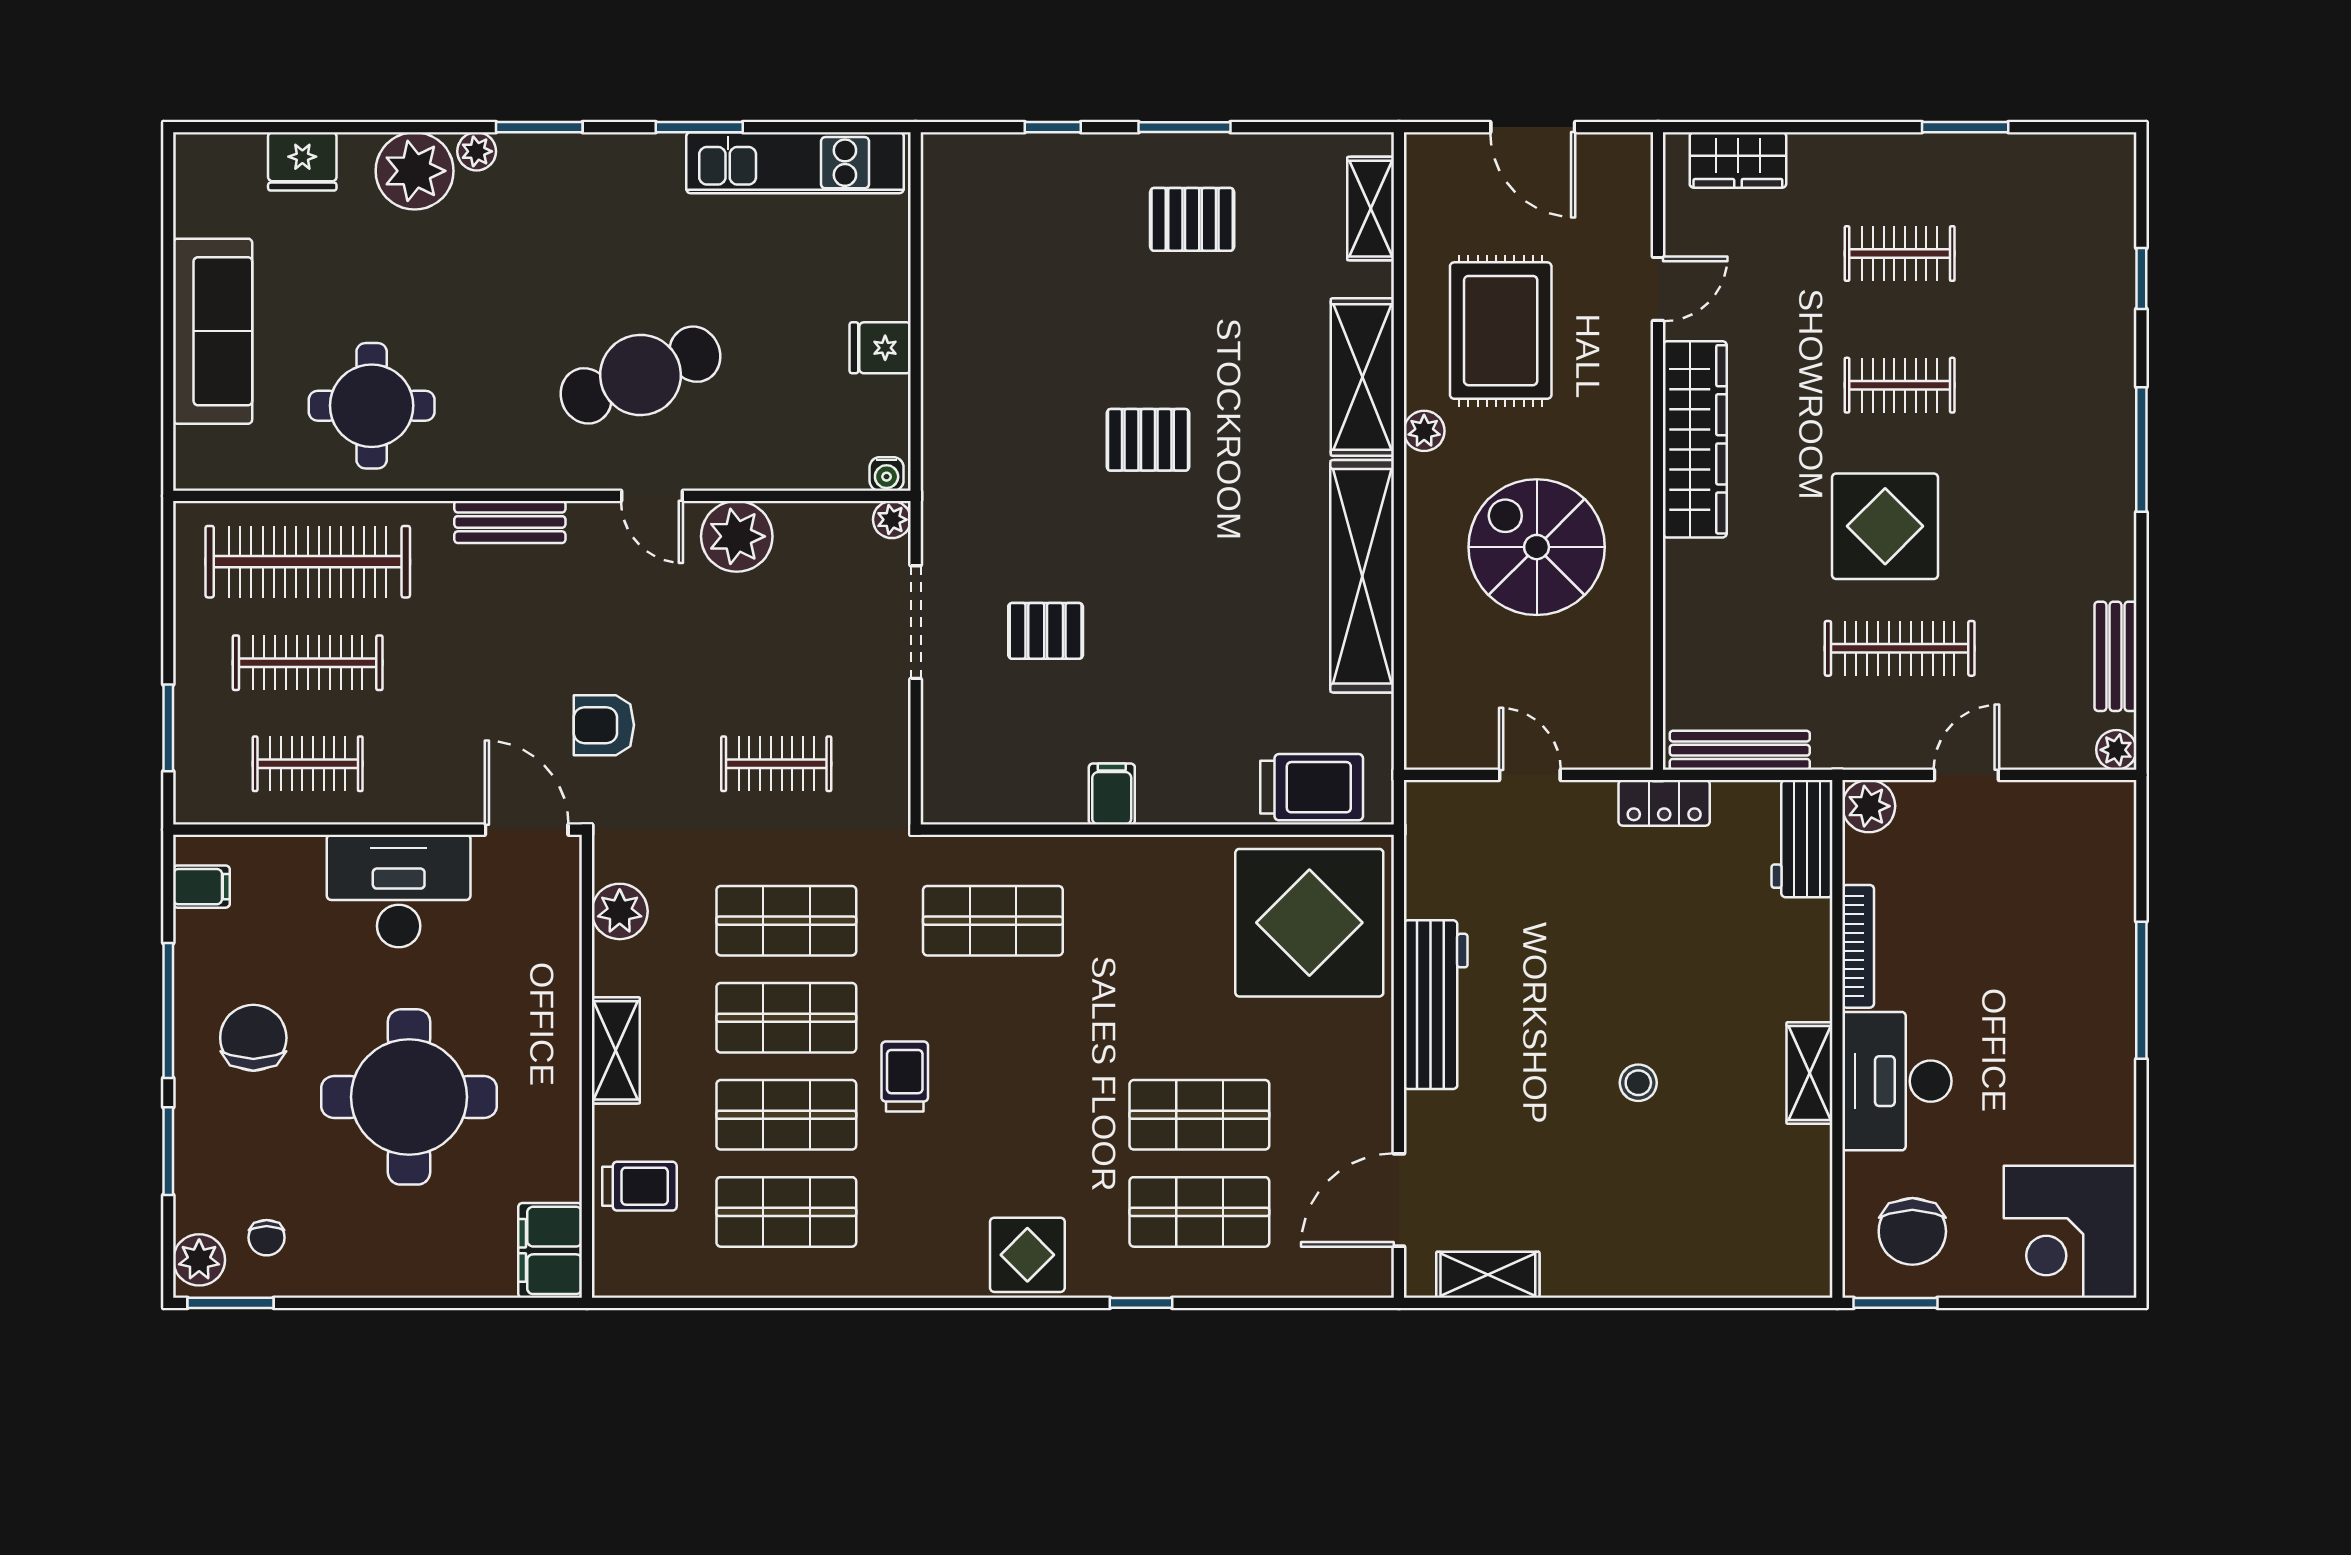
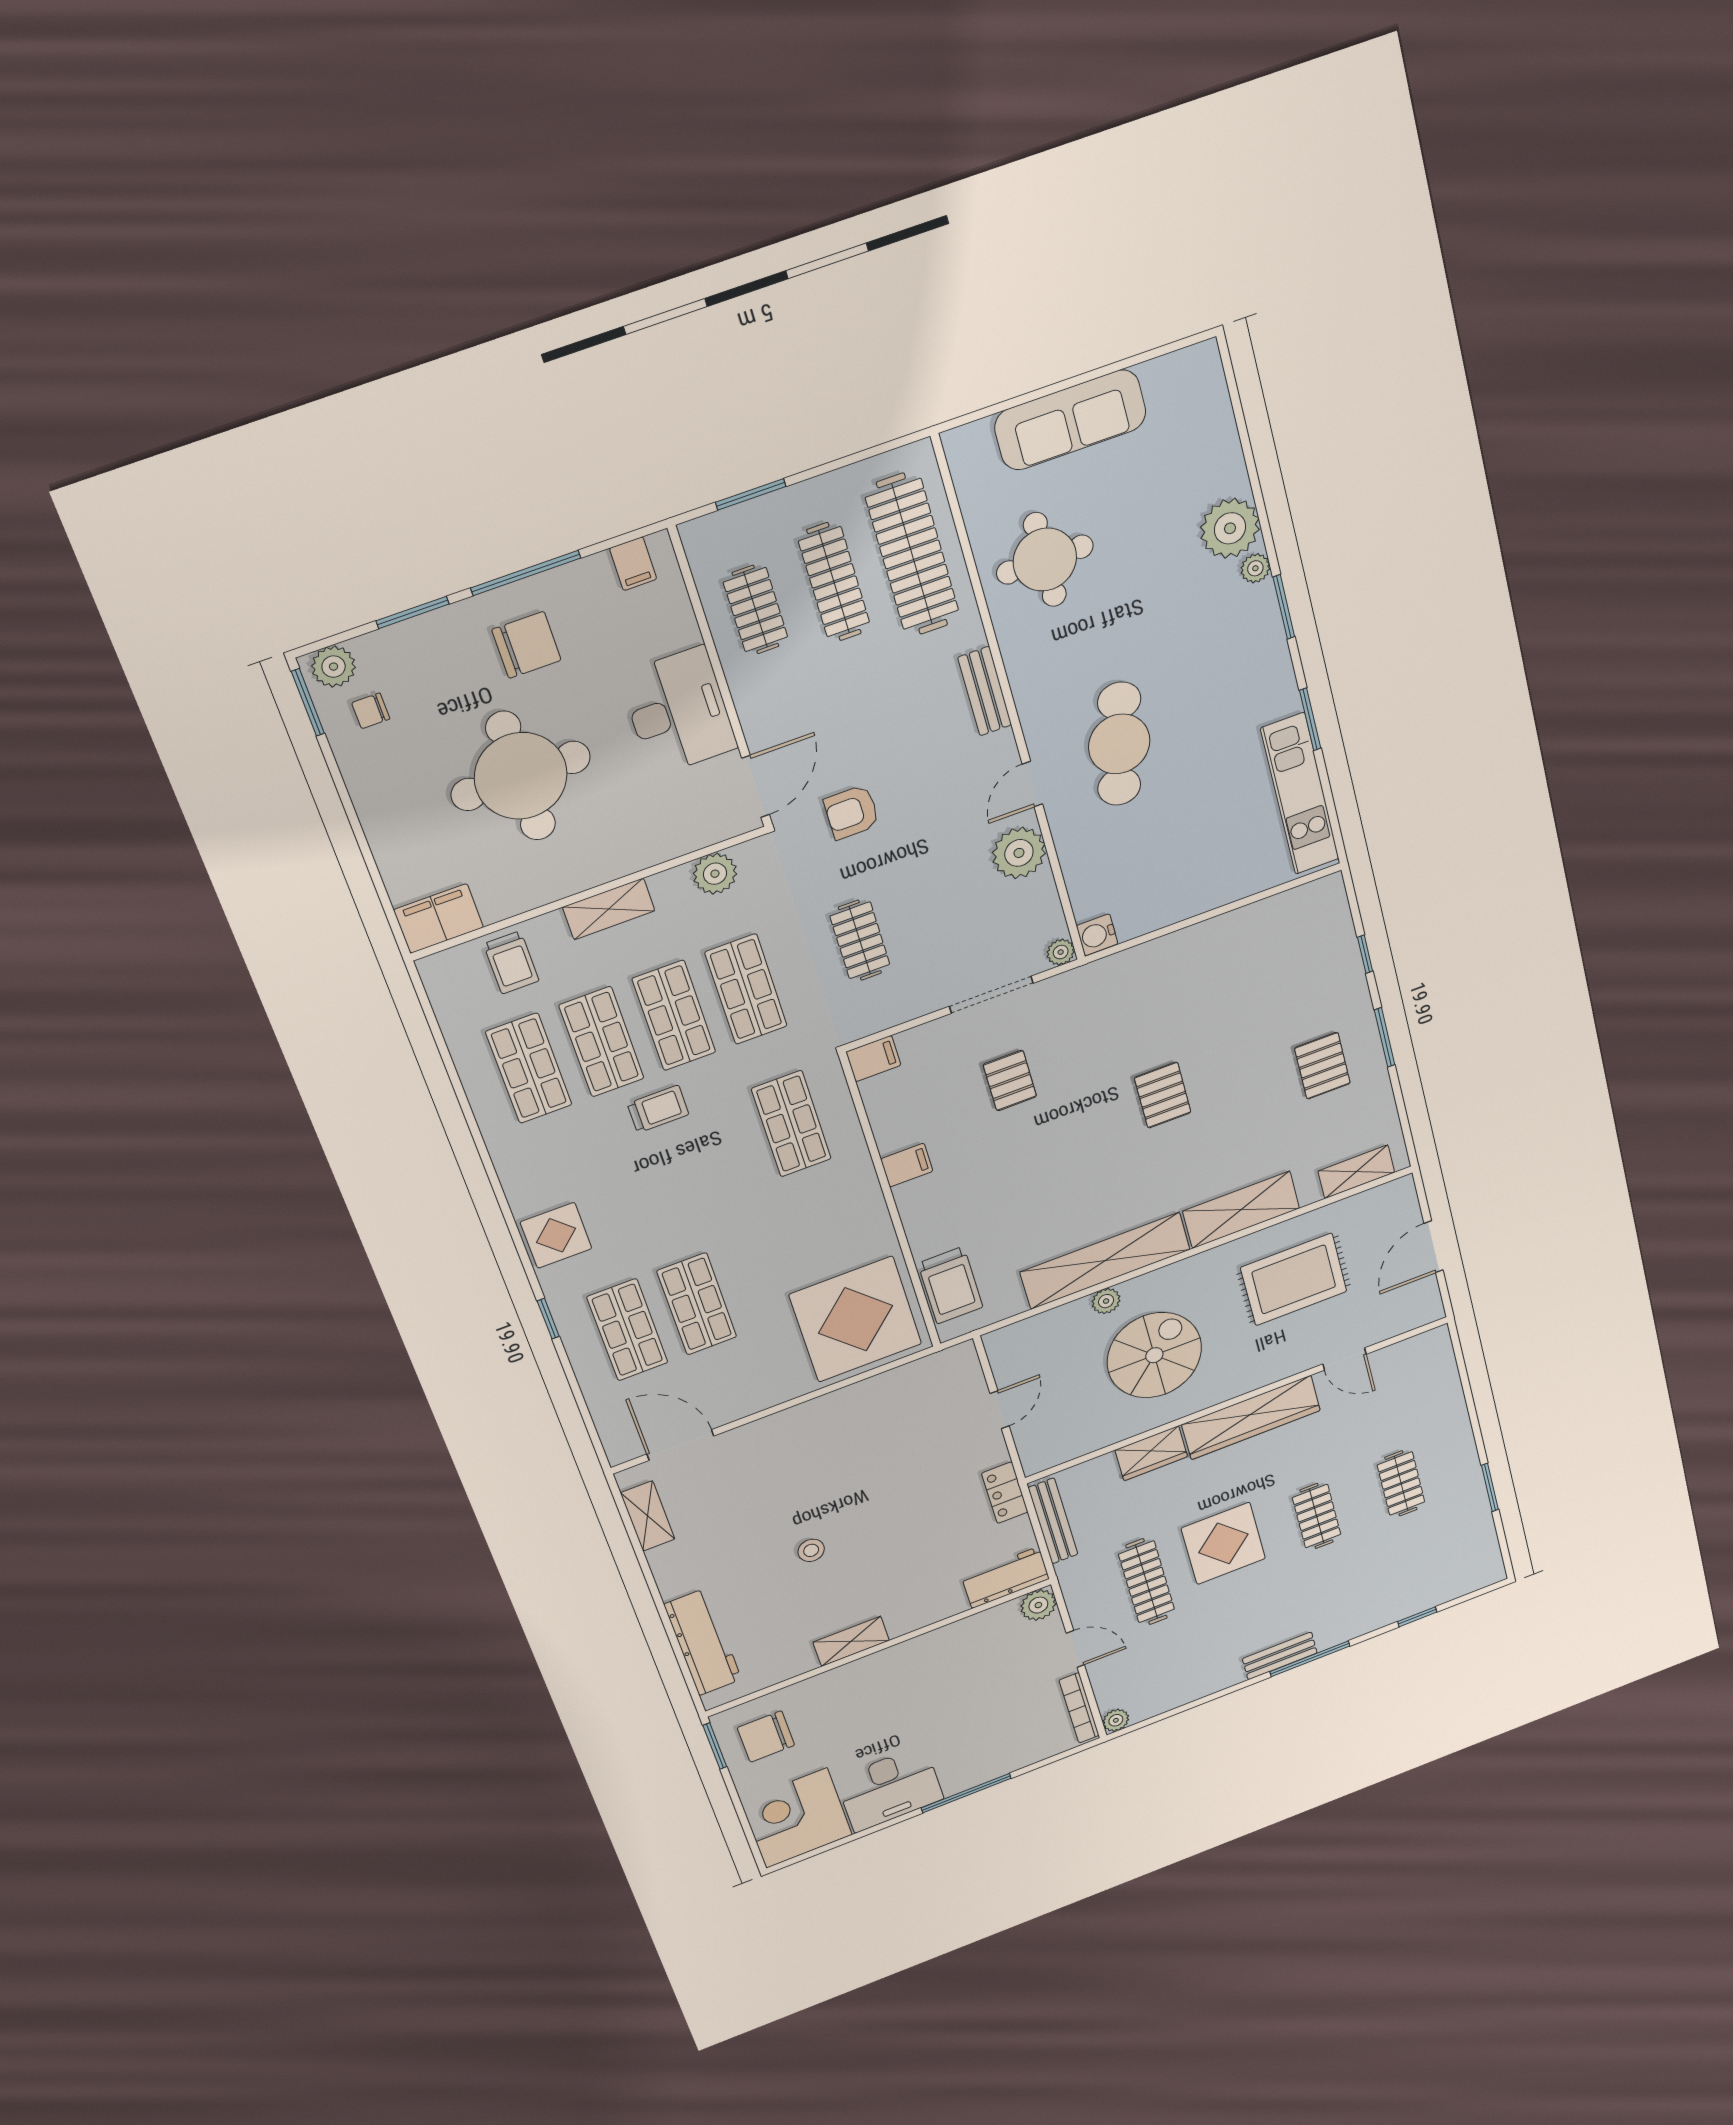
wardrobe: (1738, 160) -> (1151, 1453), moved, turned -90
fridge: (302, 161) -> (1217, 442), removed
fridge: (880, 348) -> (1182, 899), removed
cafe table: (640, 375) -> (1119, 744), turned 35
plant: (1424, 431) -> (1106, 1301), moved
water cooler: (887, 474) -> (1097, 935), width x1.38, depth x1.38
bench: (2115, 656) -> (1280, 1656), moved
armchair: (604, 725) -> (852, 812), turned -90
filing cabinet: (944, 793) -> (873, 1059), added
bookcase: (1858, 946) -> (1079, 1708), moved, turned 90
workbench: (1436, 1005) -> (703, 1642), moved, turned -90
desk: (1897, 1081) -> (890, 1789), moved, turned 180

